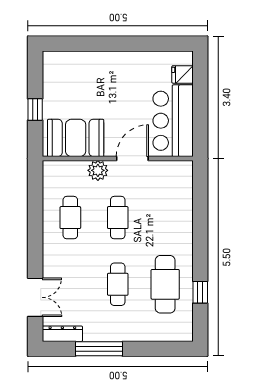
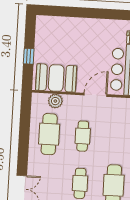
plant: (98, 170) -> (55, 101), moved
cafe table: (70, 218) -> (49, 134), width x1.37, depth x1.35

